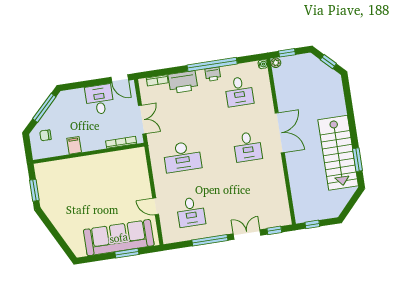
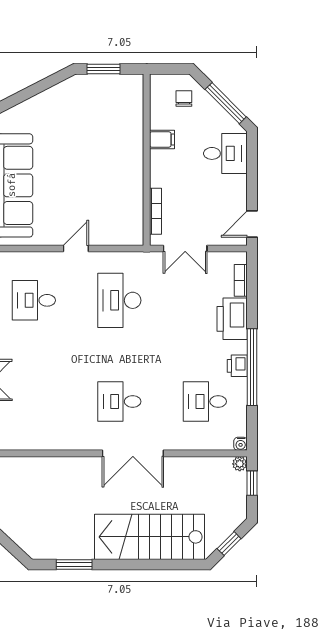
desk: (99, 99) -> (225, 153), moved
stairs: (338, 153) -> (149, 537), moved
door: (156, 206) -> (76, 248), moved

